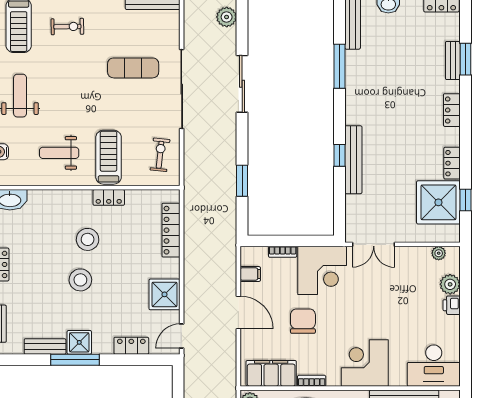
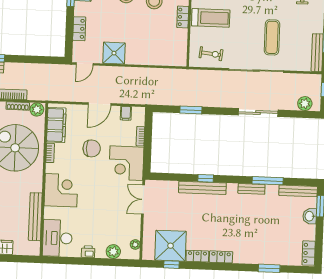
bench: (453, 61) -> (251, 189), moved
locker: (452, 110) -> (221, 257), moved
locker: (171, 230) -> (158, 59), removed
printer: (452, 305) -> (88, 252), moved
door: (182, 336) -> (85, 64), swing flipped

